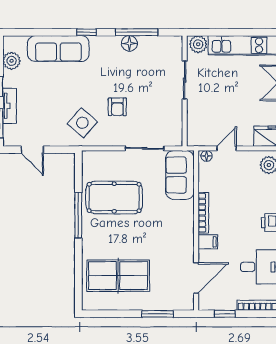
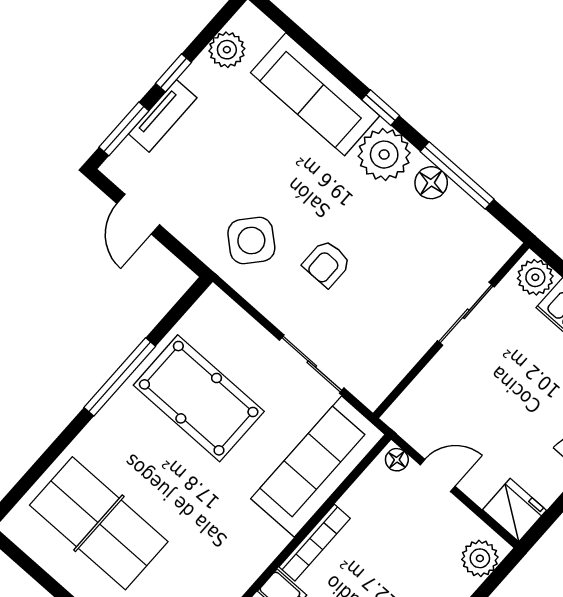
plant: (103, 48) -> (384, 155), added
sofa: (180, 175) -> (318, 466), width x1.36

